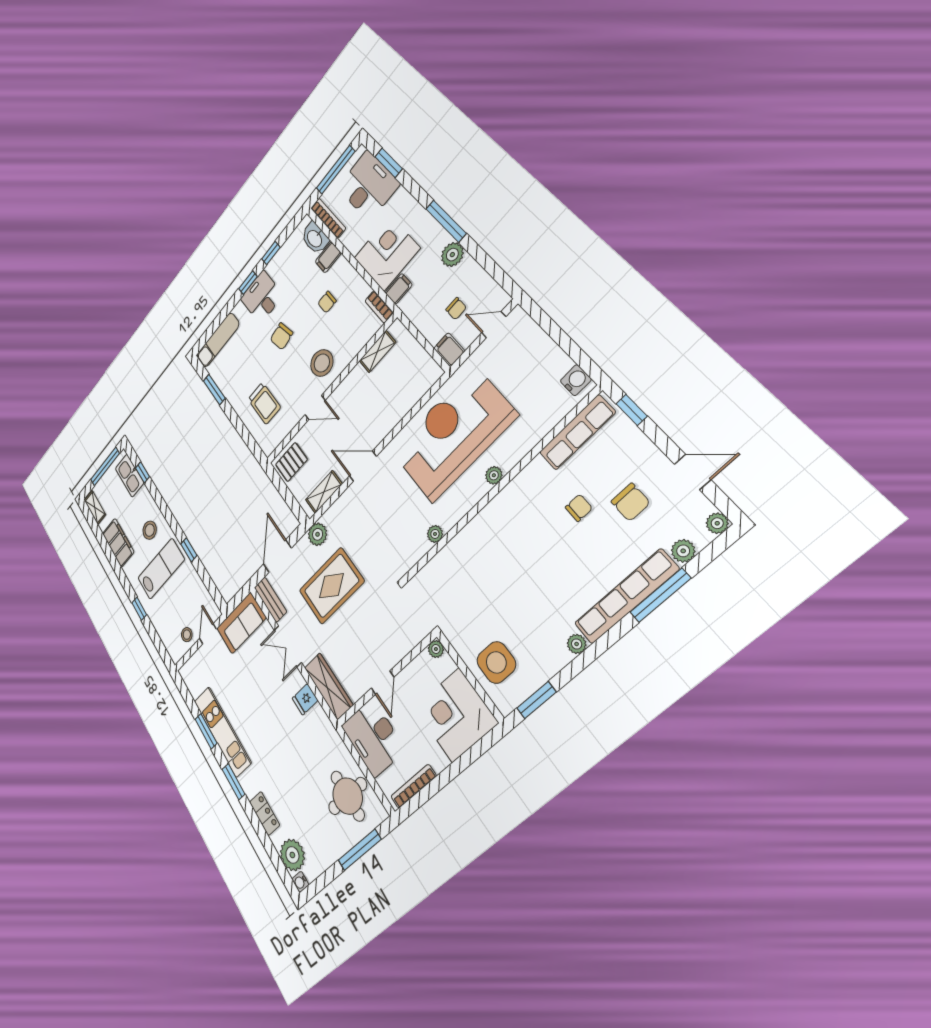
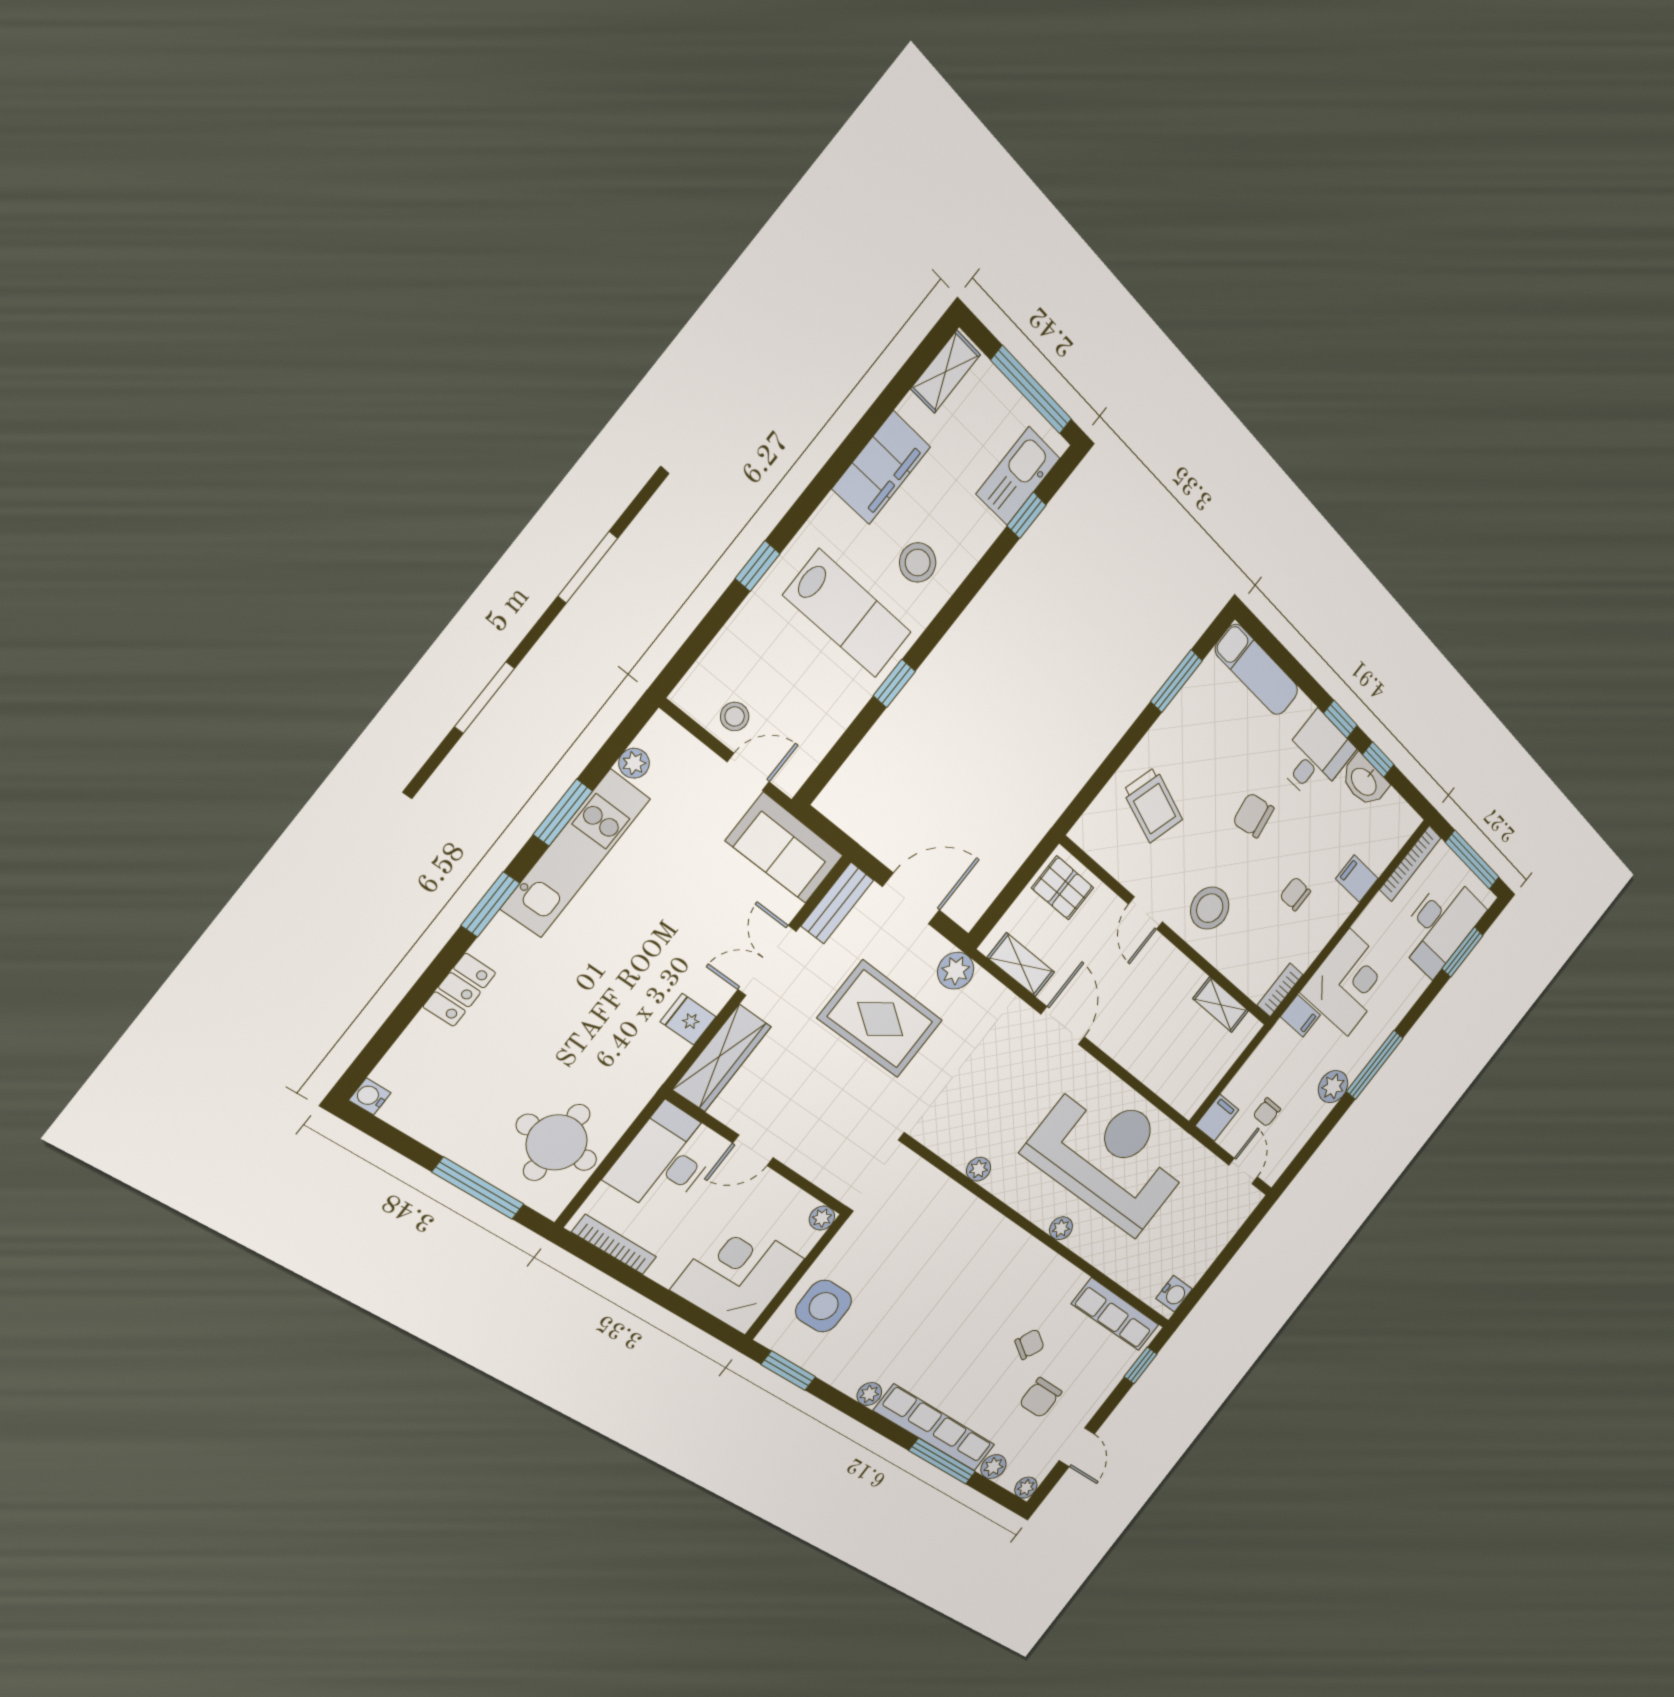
washbasin: (315, 238) -> (1364, 781), moved, turned -90
trolley: (264, 403) -> (1153, 805), turned -72
chair: (579, 508) -> (1030, 1344), turned -61
plant: (292, 855) -> (634, 763), moved, width x0.53, depth x0.53

